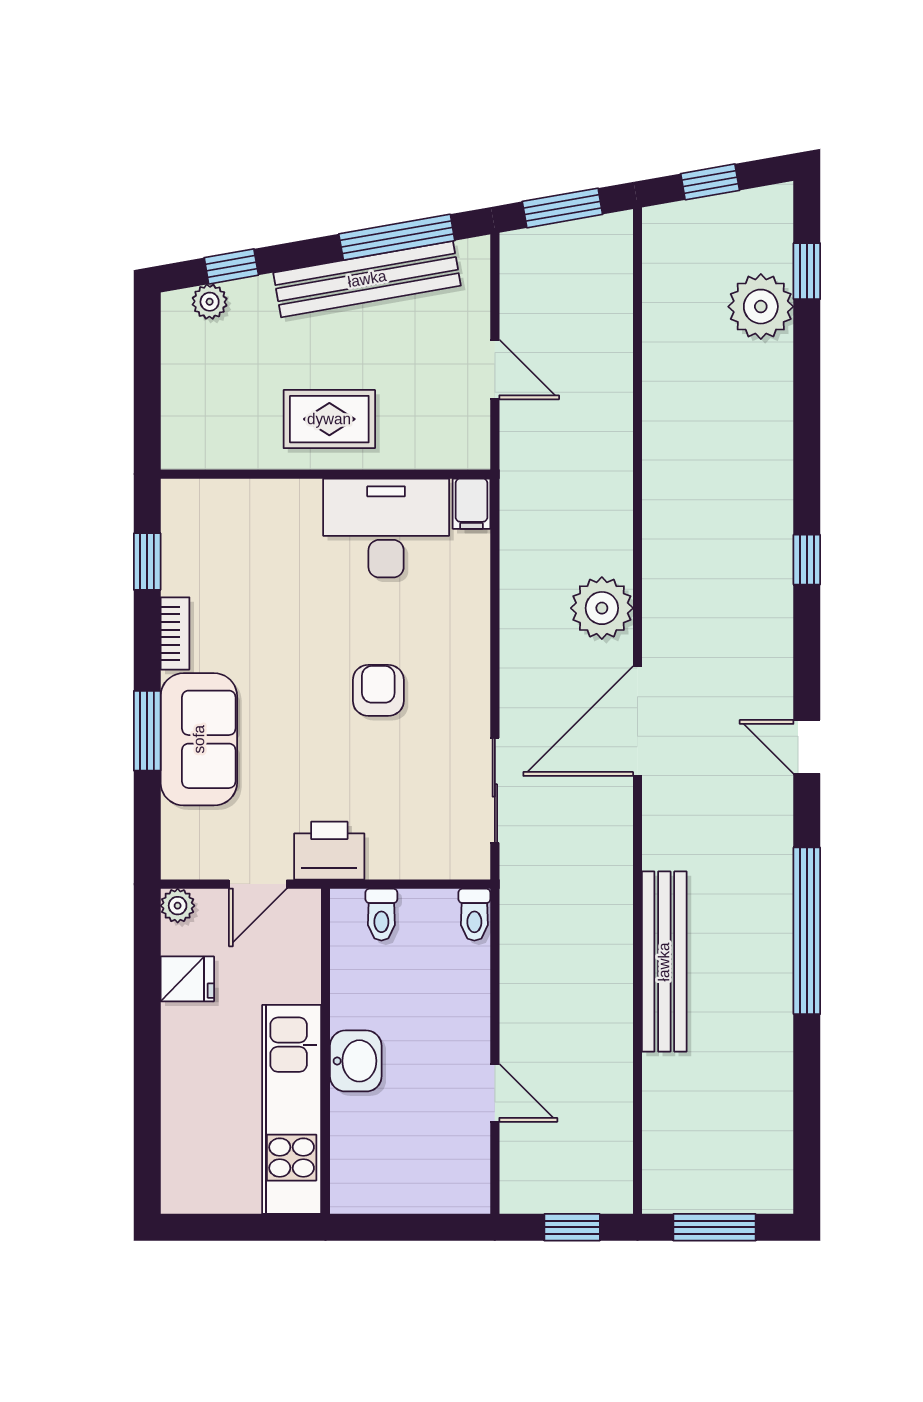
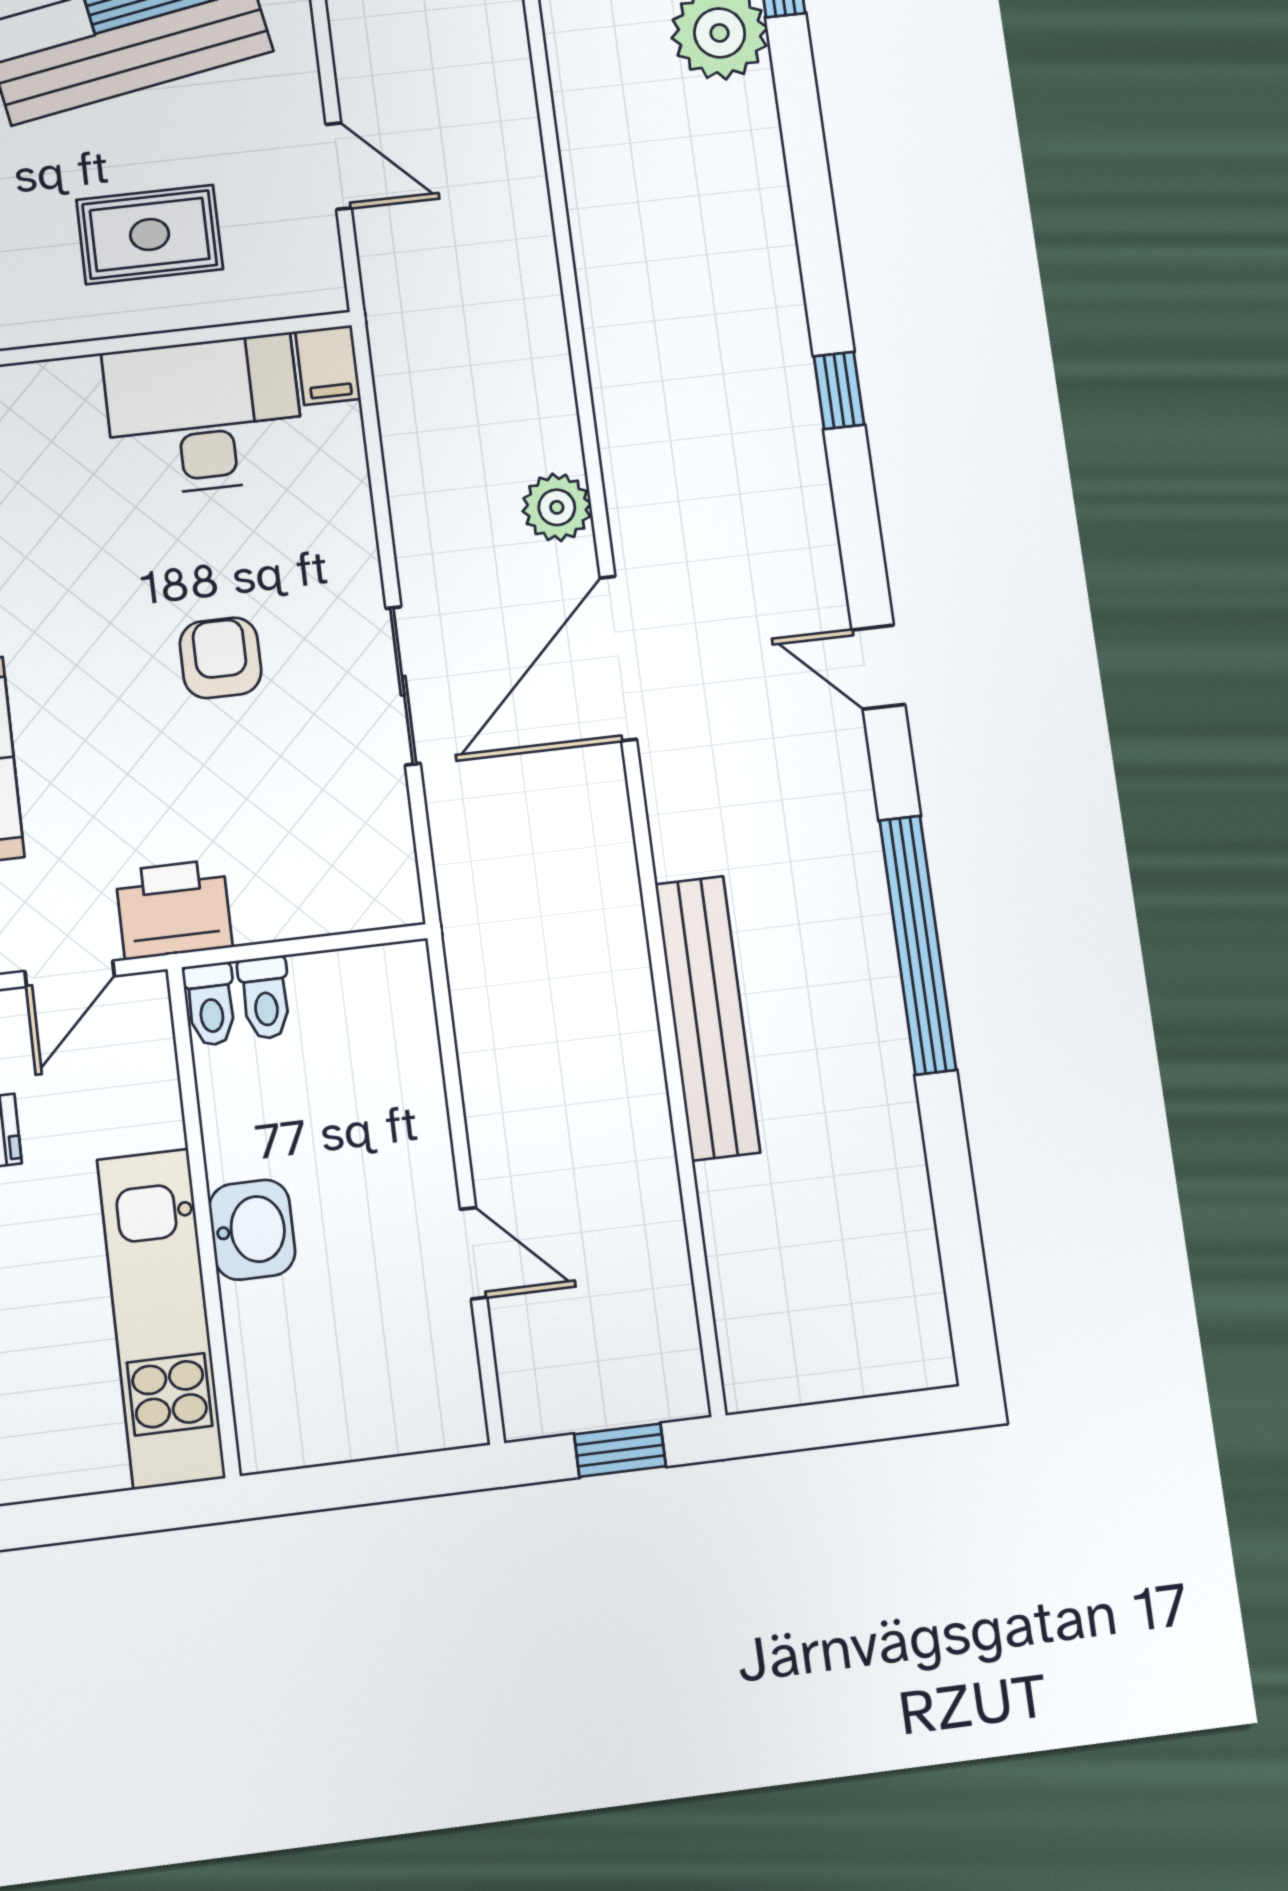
rug: (329, 419) -> (150, 235), moved
plant: (602, 608) -> (557, 507), width x0.73, depth x0.73
sliding door: (495, 790) -> (403, 686), moved
toilet: (474, 915) -> (211, 1004), moved
window: (715, 1227) -> (841, 1423), removed

